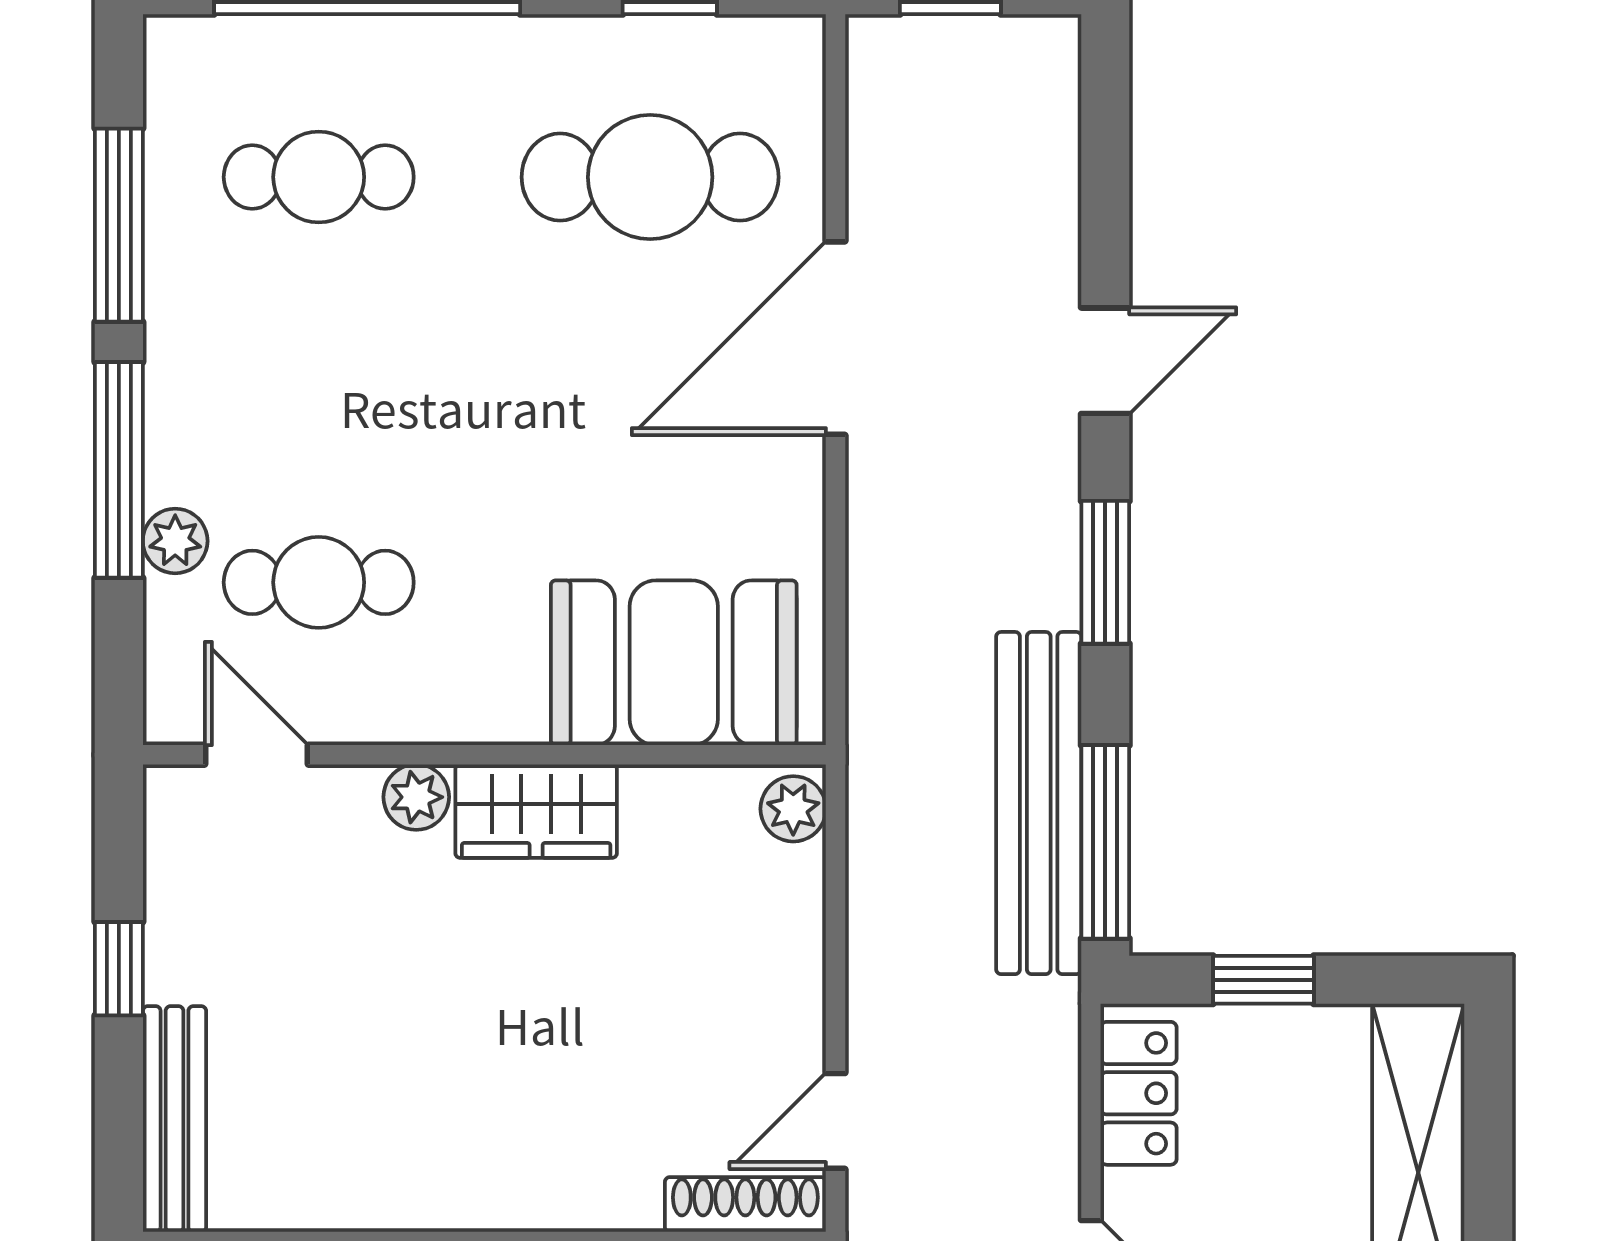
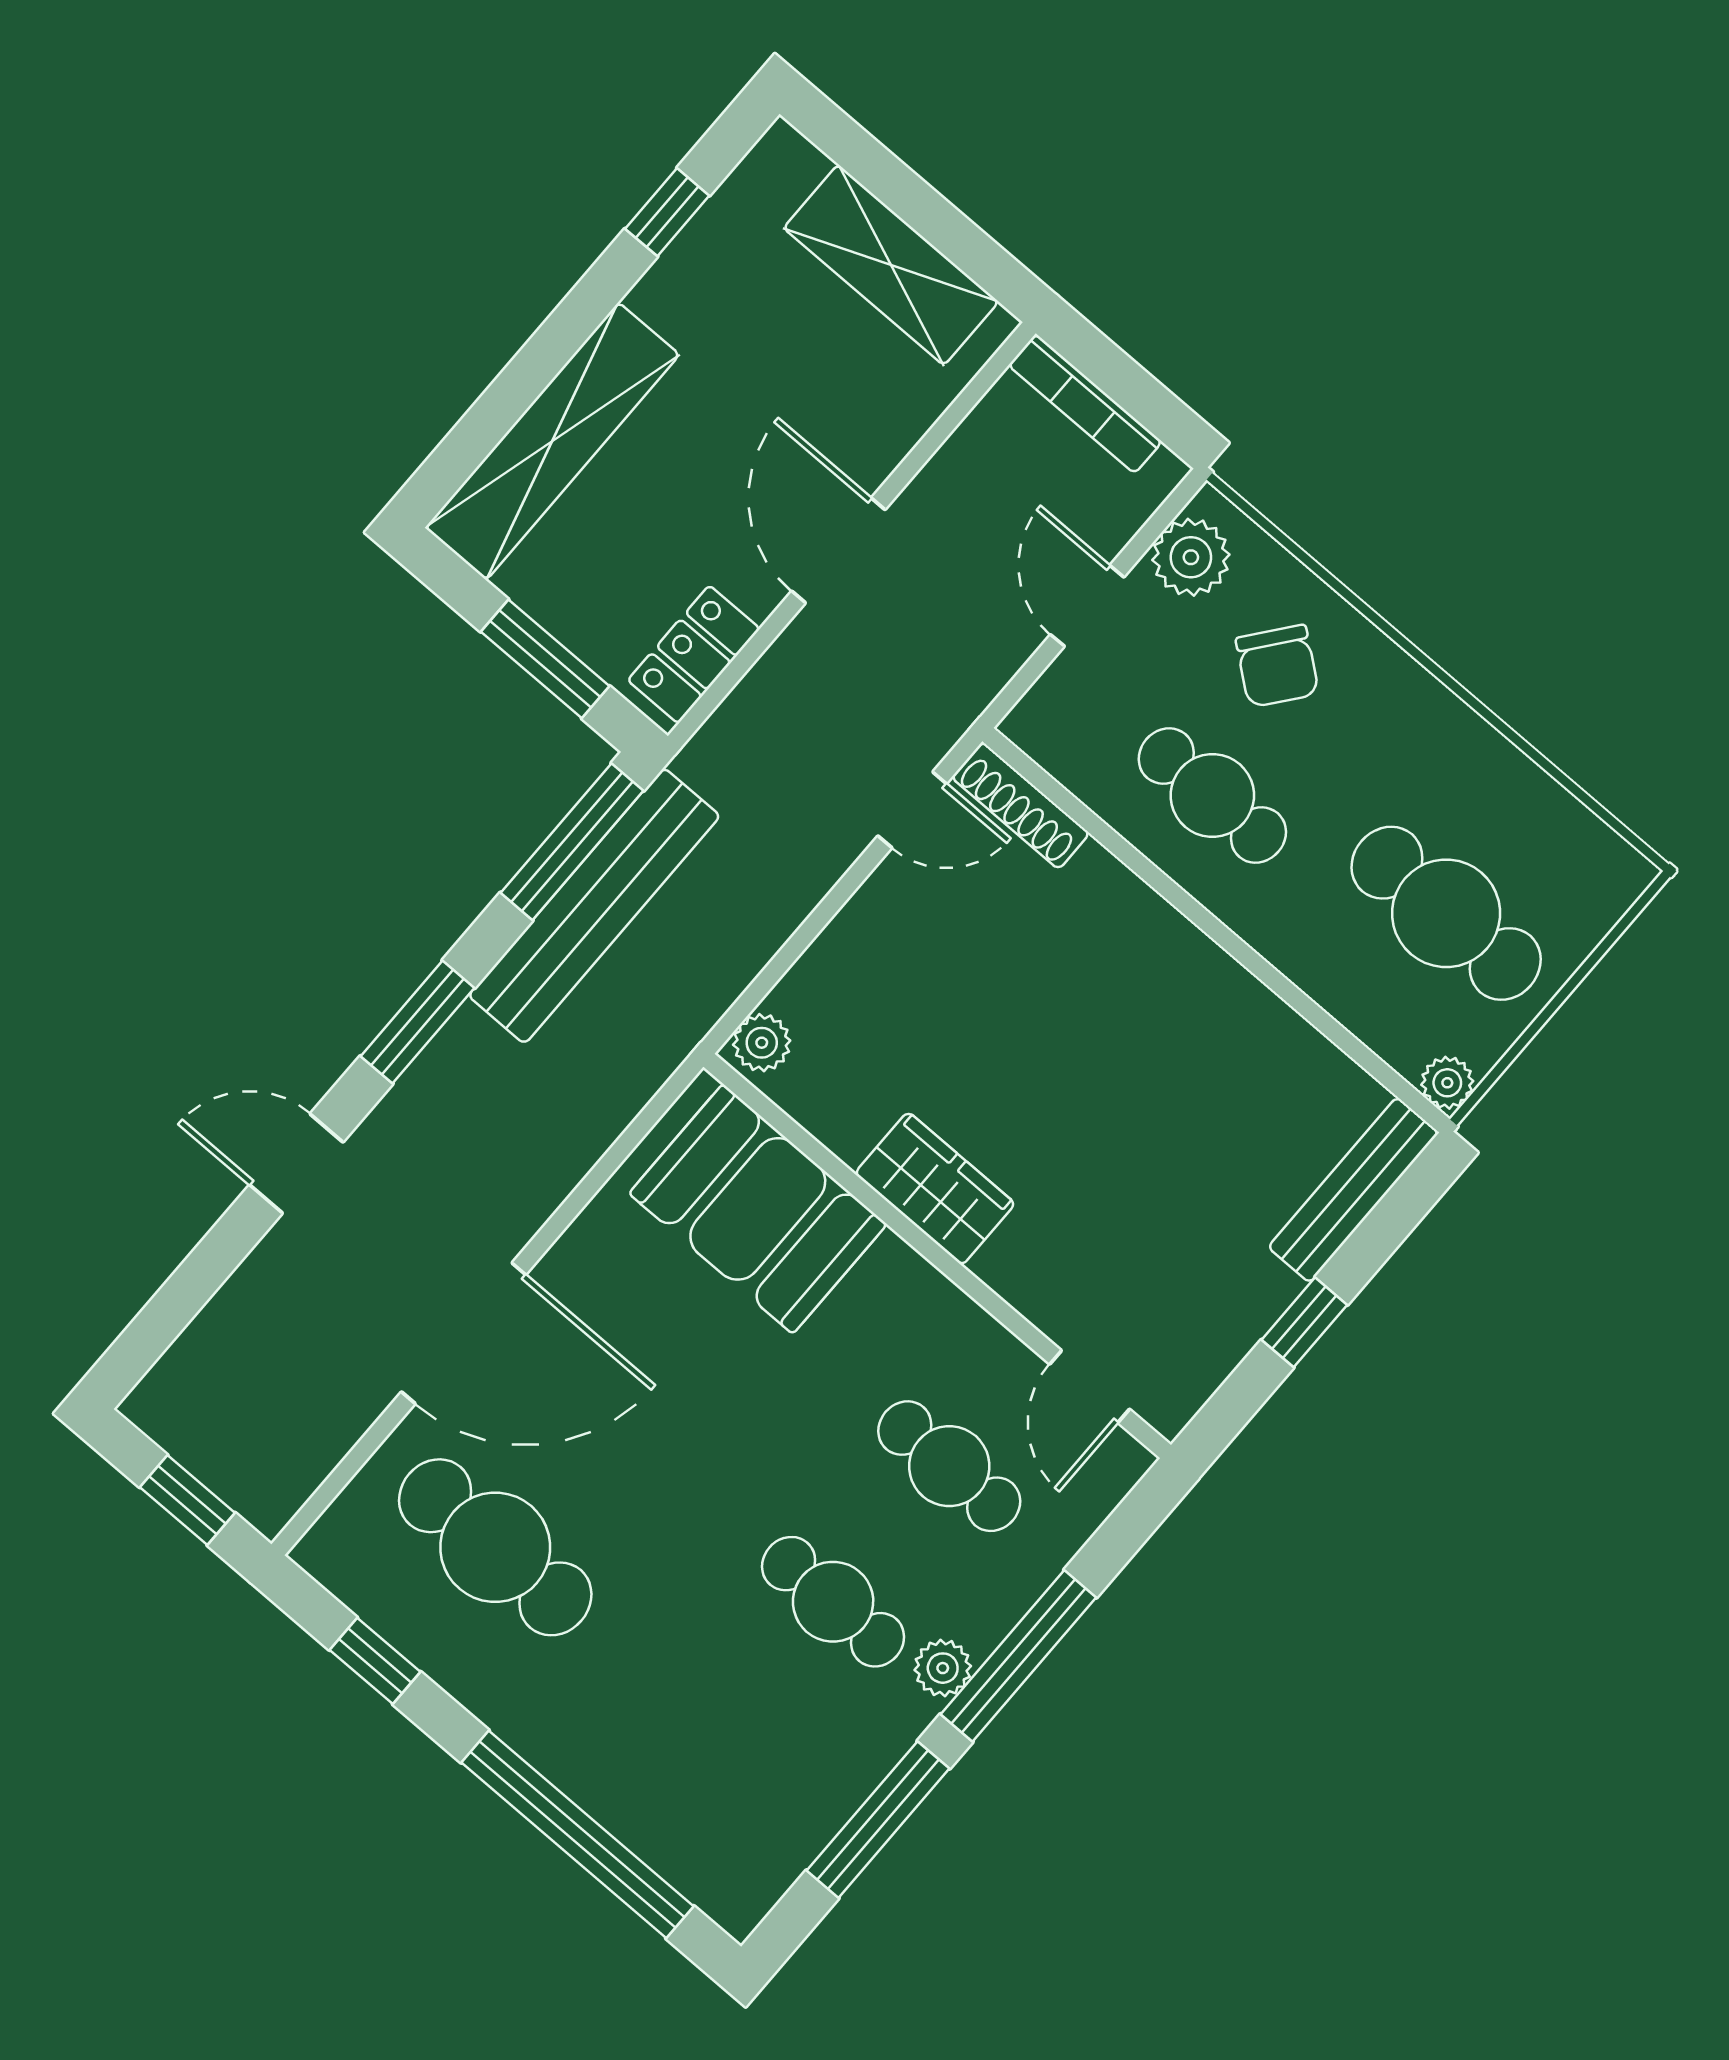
cafe table: (319, 177) -> (833, 1602), moved
plant: (175, 541) -> (943, 1668), moved
plant: (416, 797) -> (1007, 1267), removed
window: (1263, 980) -> (545, 659), width x1.50

